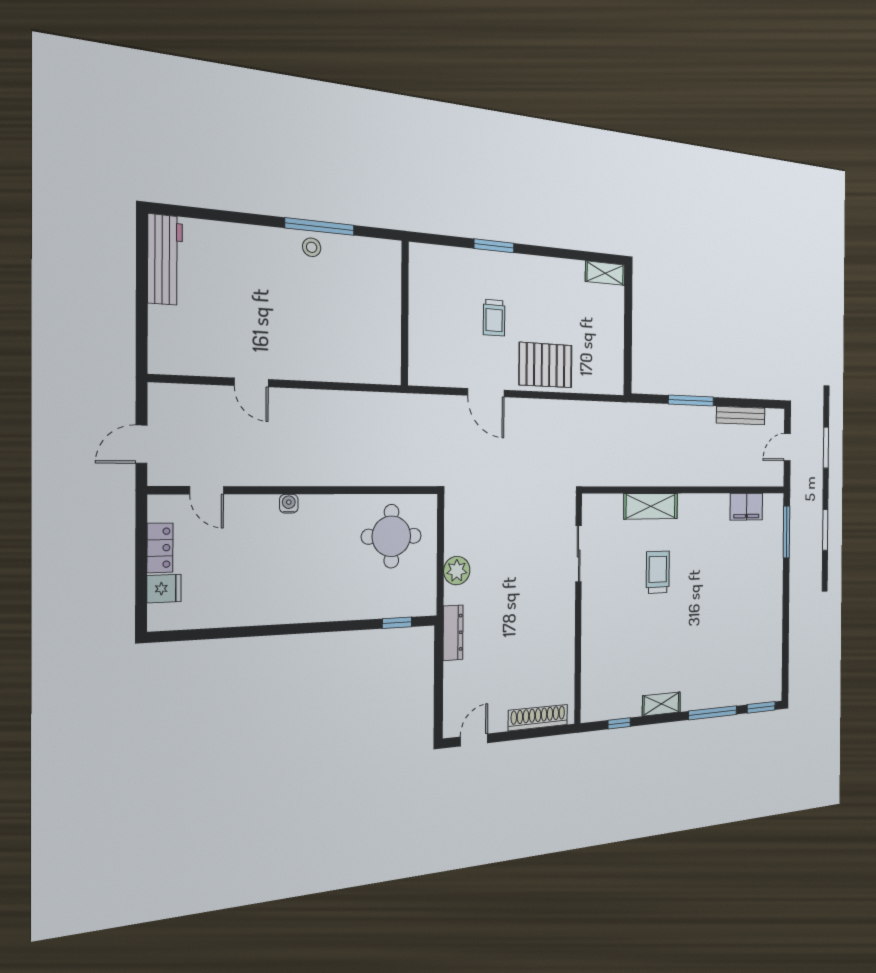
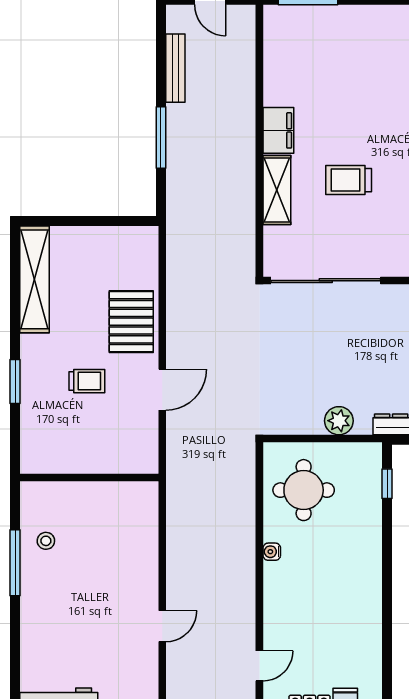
stool: (312, 247) -> (46, 541), moved
shelving: (605, 273) -> (35, 279), width x2.20, depth x1.33
water cooler: (289, 504) -> (272, 552), moved
filing cabinet: (746, 507) -> (278, 130), moved
sliding door: (579, 554) -> (326, 281), width x1.86

